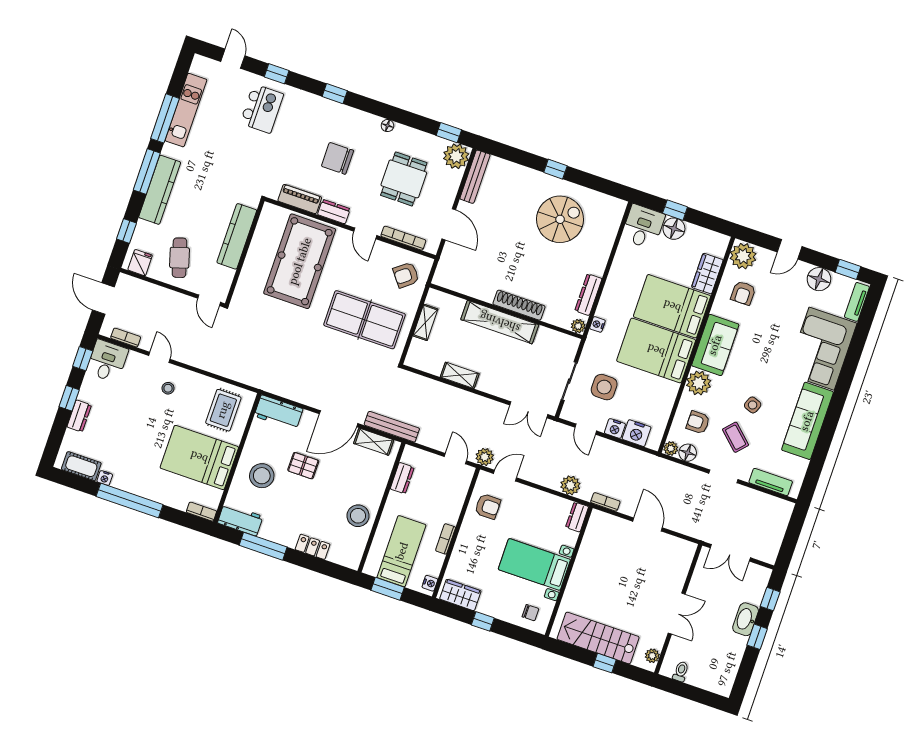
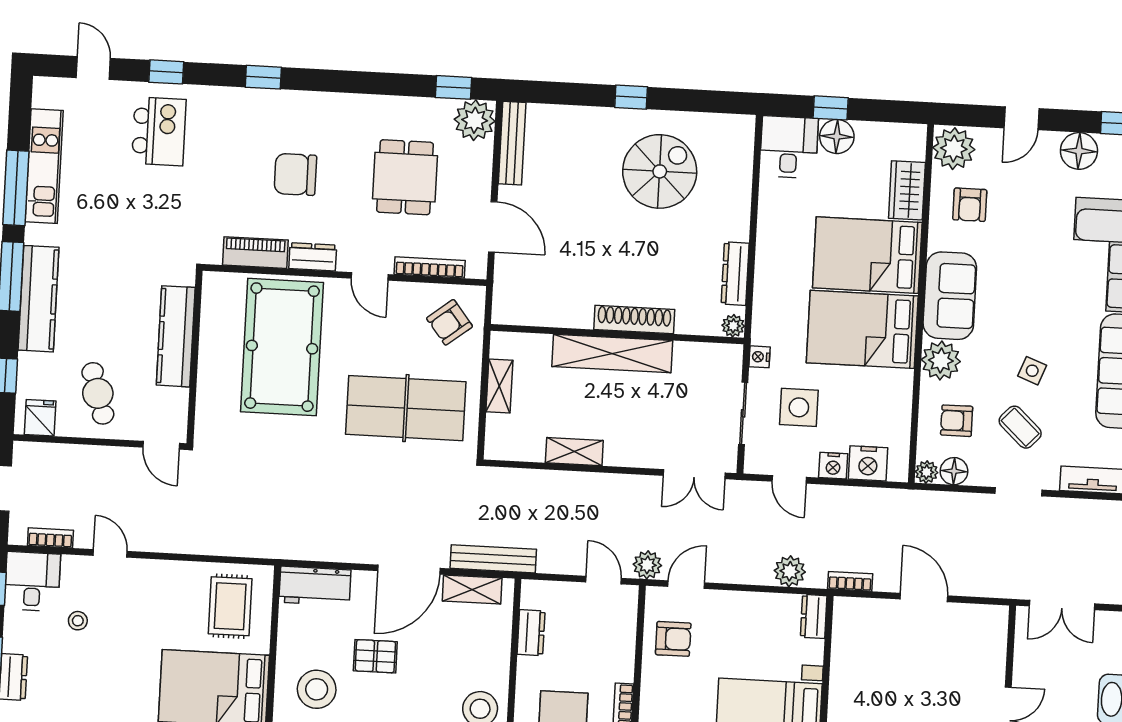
floor lamp: (387, 126) -> (357, 103), removed
nightstand: (597, 324) -> (759, 357), moved
stool: (168, 388) -> (78, 621), moved

